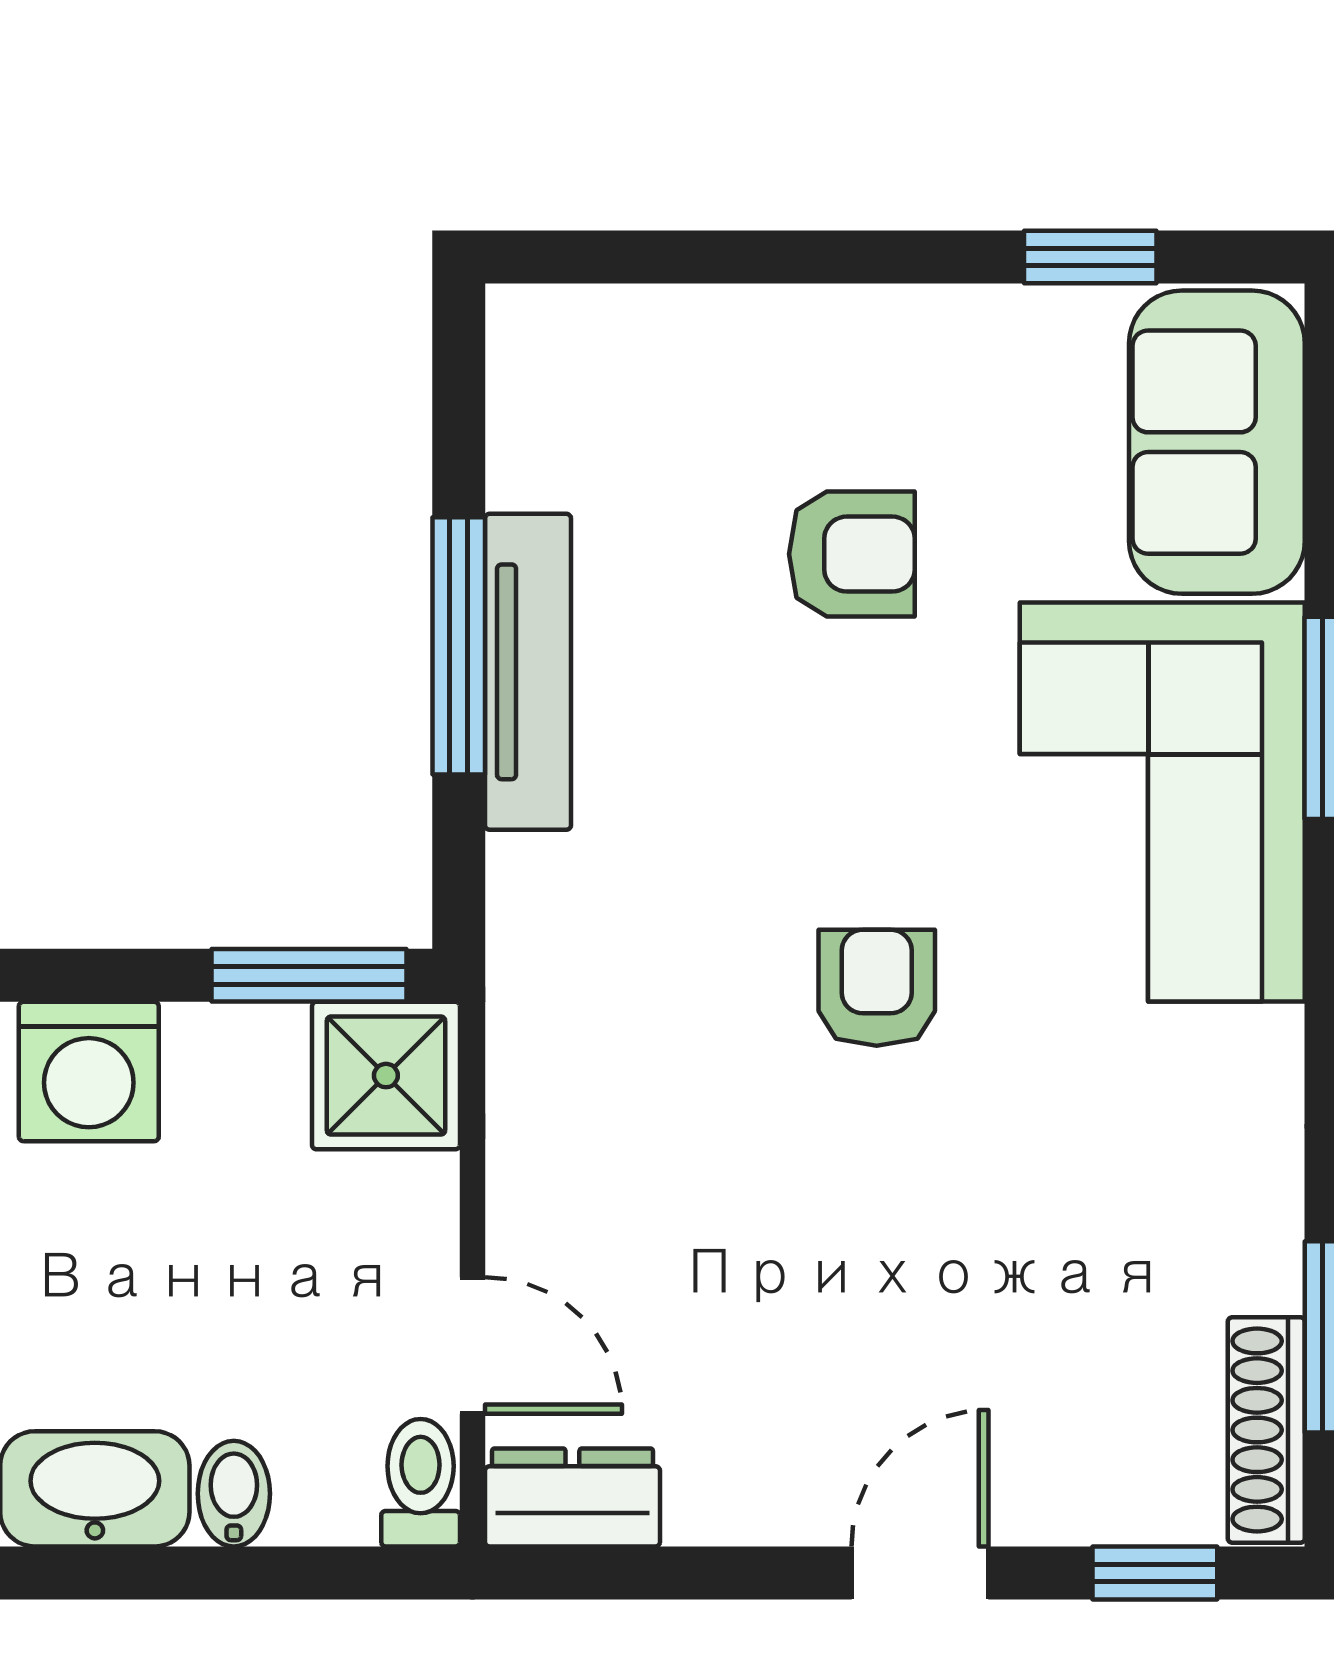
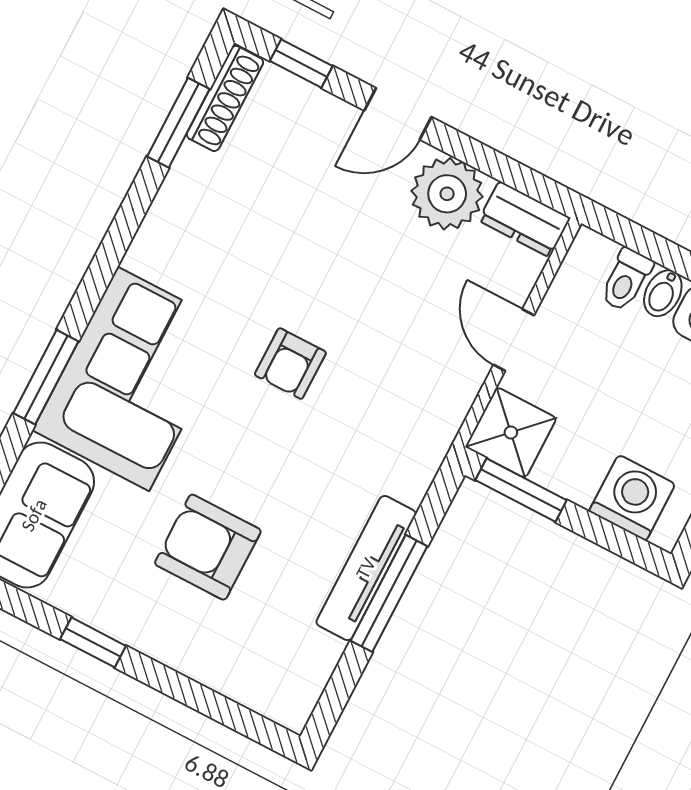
window: (1090, 257) -> (93, 642), moved
armchair: (852, 554) -> (208, 547), width x1.38, depth x1.38
door: (472, 1345) -> (514, 340), moved
plant: (746, 1469) -> (447, 194), added
toilet: (421, 1483) -> (626, 280), moved

